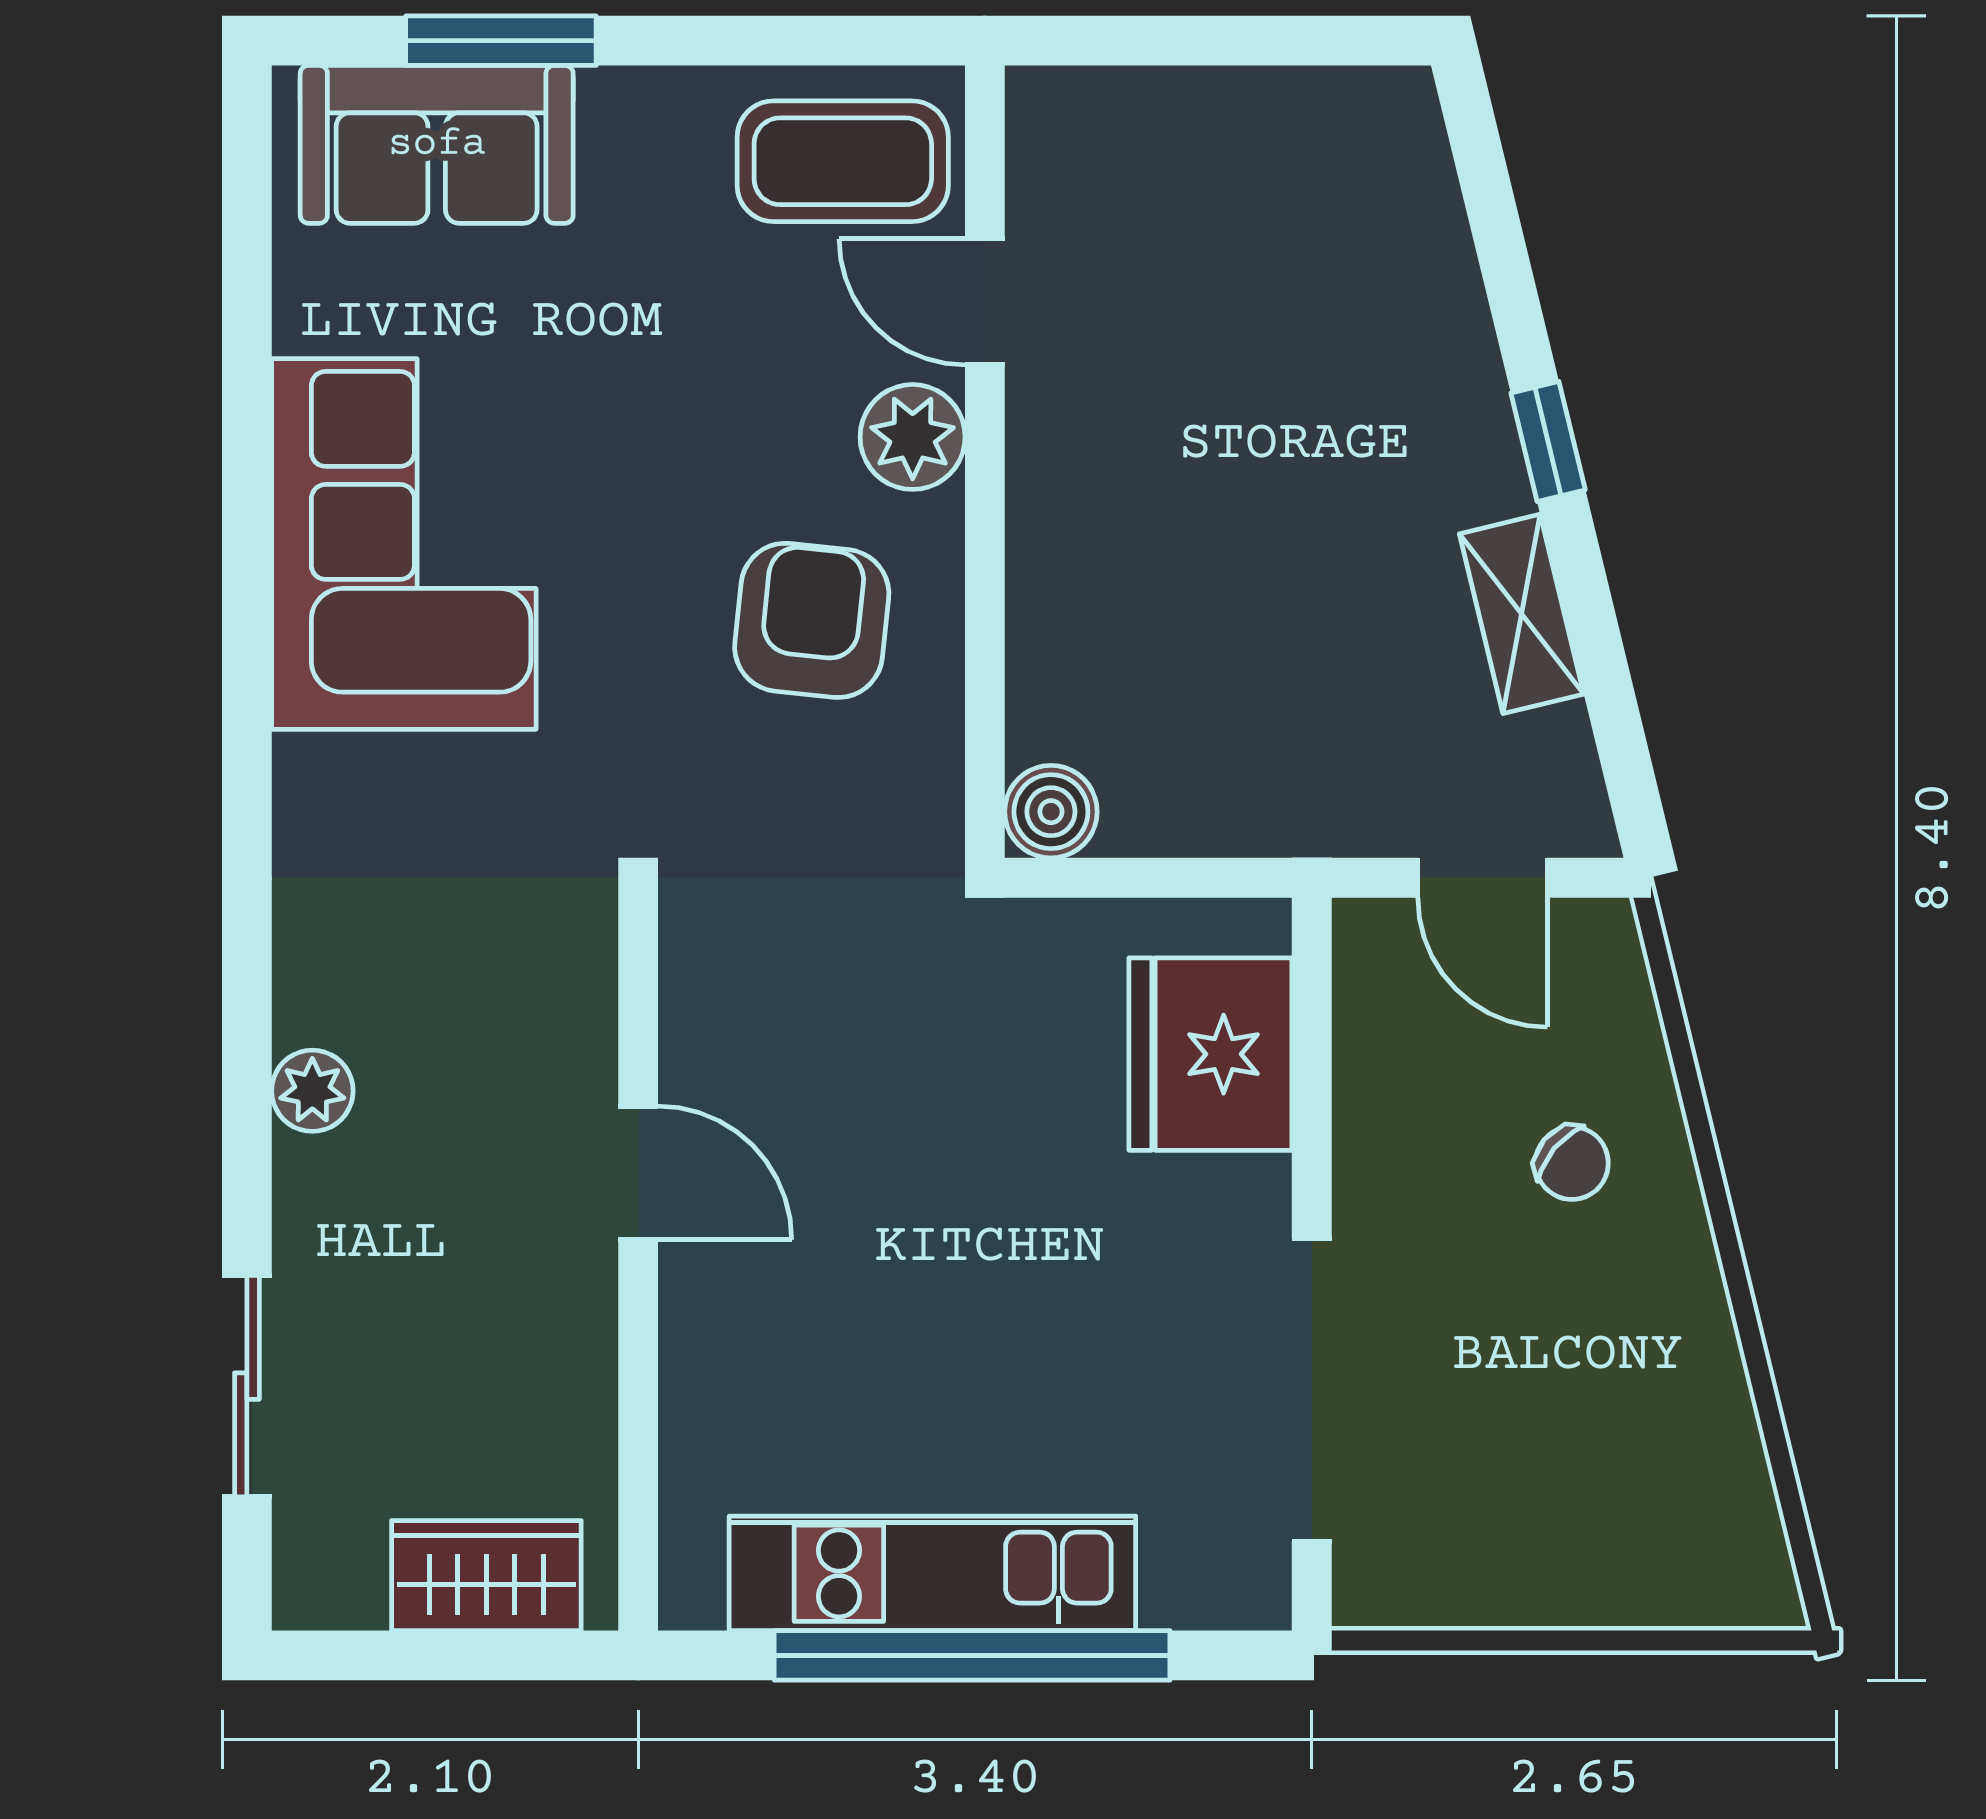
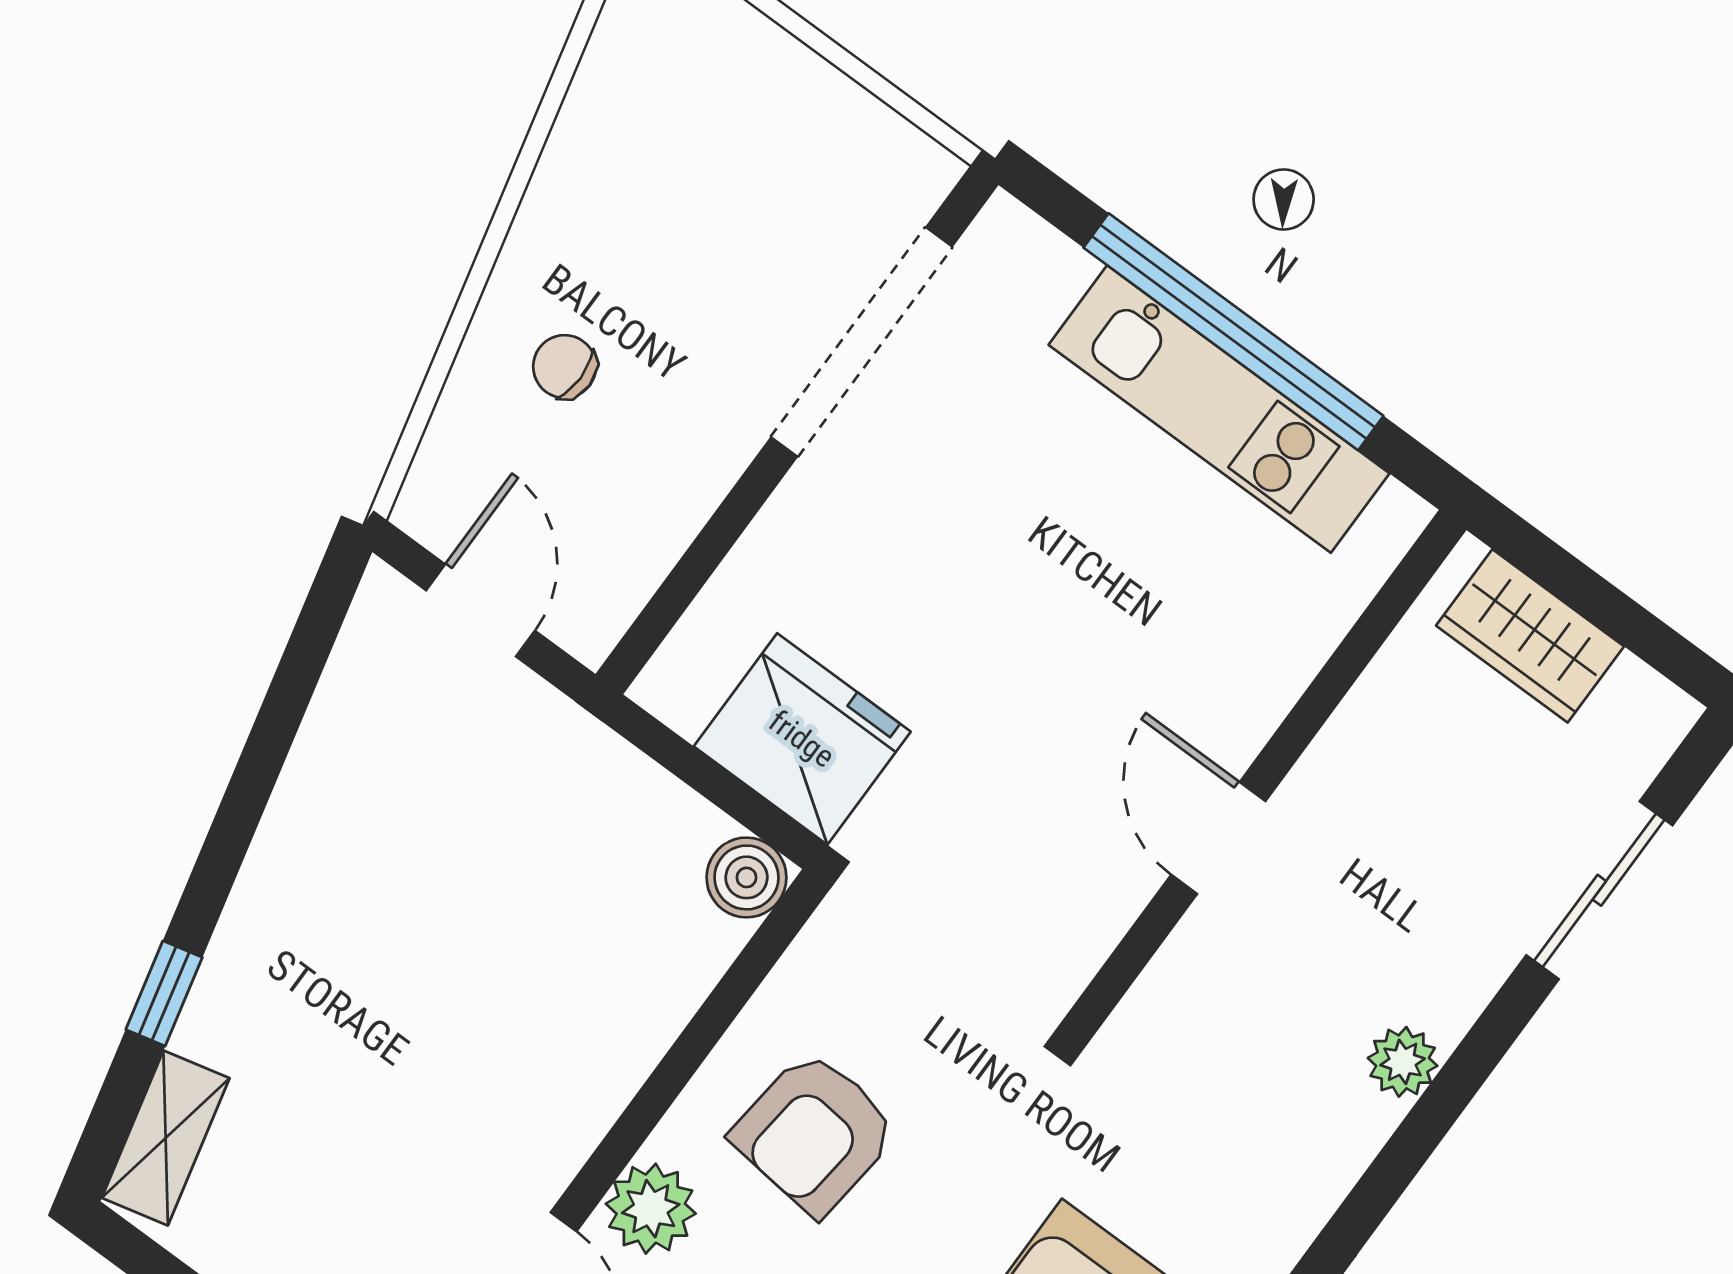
window: (1548, 441) -> (164, 993), moved
shelving: (1522, 614) -> (166, 1138), moved
fridge: (1210, 1054) -> (802, 739), moved, turned -90
chair: (1572, 1163) -> (565, 367), turned -40

